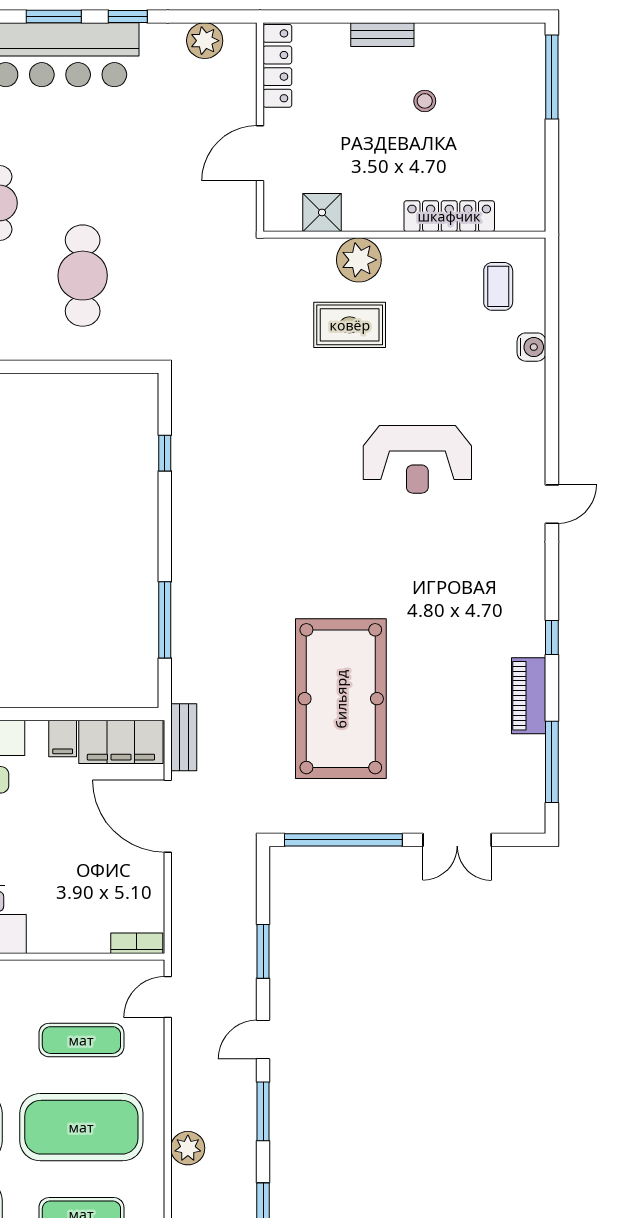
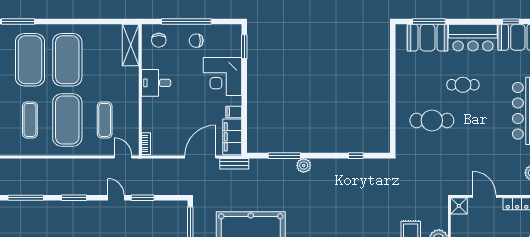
shower: (322, 212) -> (459, 206), moved
door: (263, 1040) -> (116, 198), moved
plant: (188, 1148) -> (304, 165), moved

